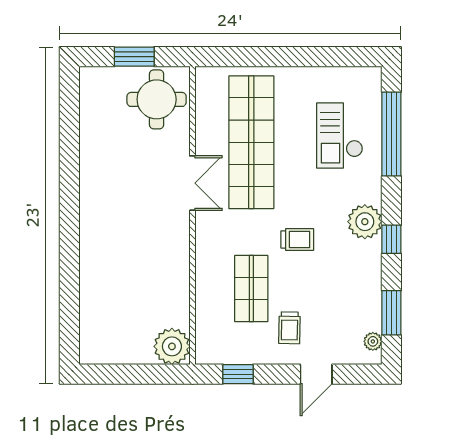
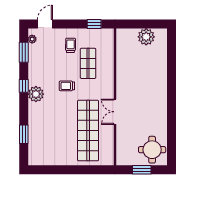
round table: (157, 99) -> (152, 150), moved
window: (391, 134) -> (24, 134), width x0.47
checkout: (340, 135) -> (47, 134), removed
plant: (172, 346) -> (146, 37), moved
door: (316, 374) -> (45, 24), moved

